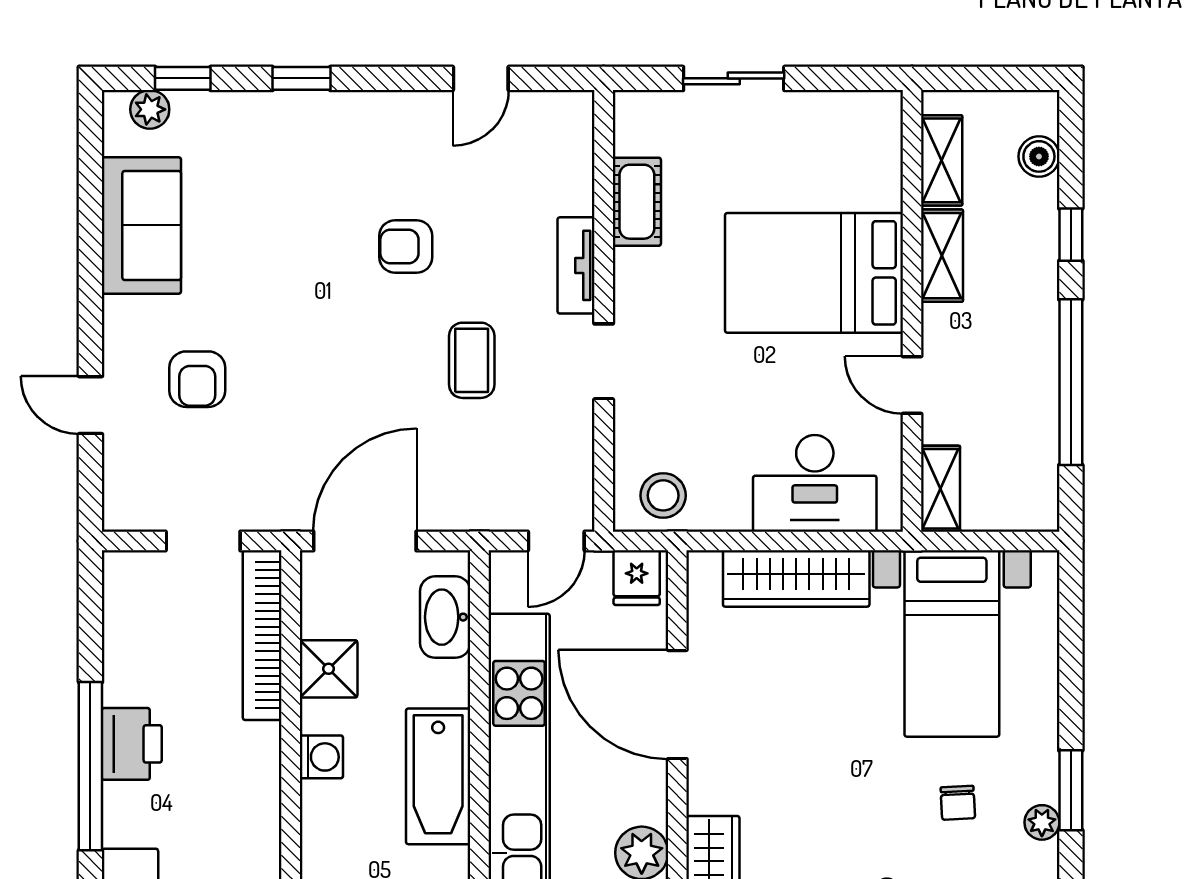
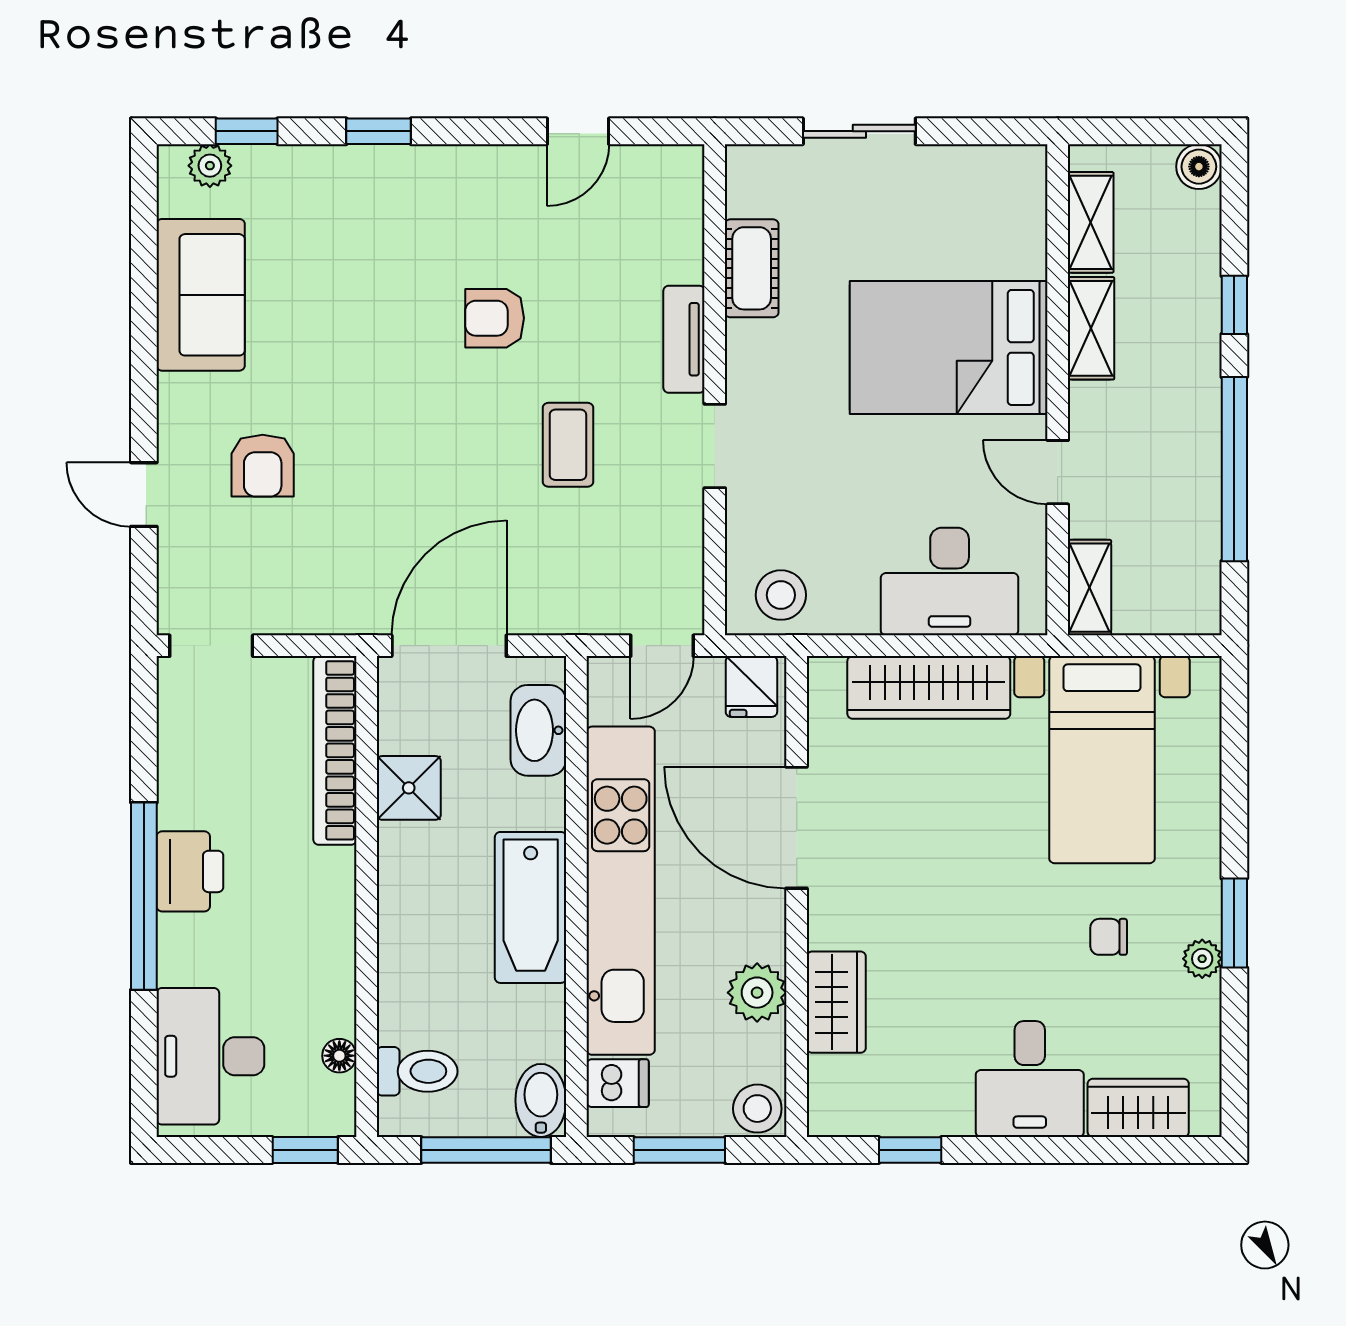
boiler: (1039, 156) -> (1199, 167), moved
doorway: (203, 541) -> (211, 646), moved
washing machine: (321, 757) -> (401, 886), removed
chair: (958, 803) -> (1109, 937), turned 93

